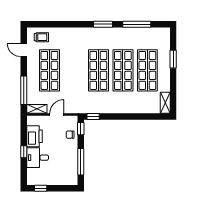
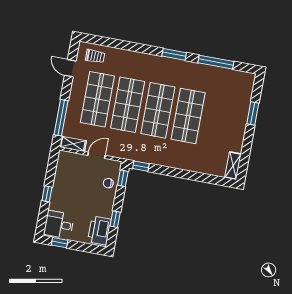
shop shelf: (147, 70) -> (128, 105), moved
printer: (34, 136) -> (99, 230), moved, turned 180
desk: (38, 158) -> (59, 225), moved
window: (81, 162) -> (115, 219), width x0.46

